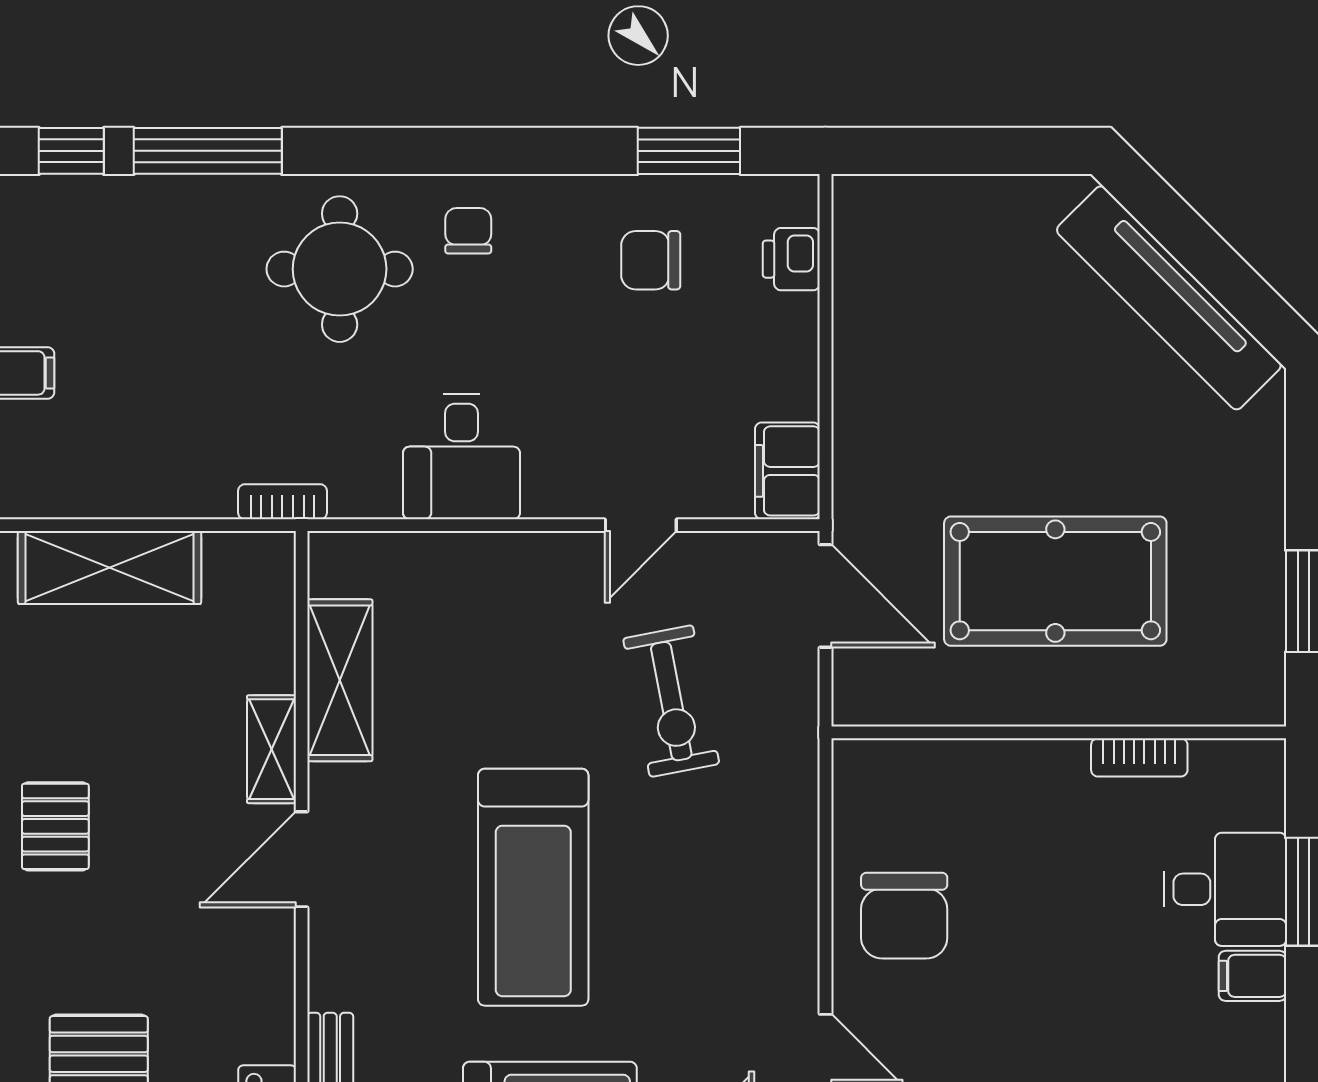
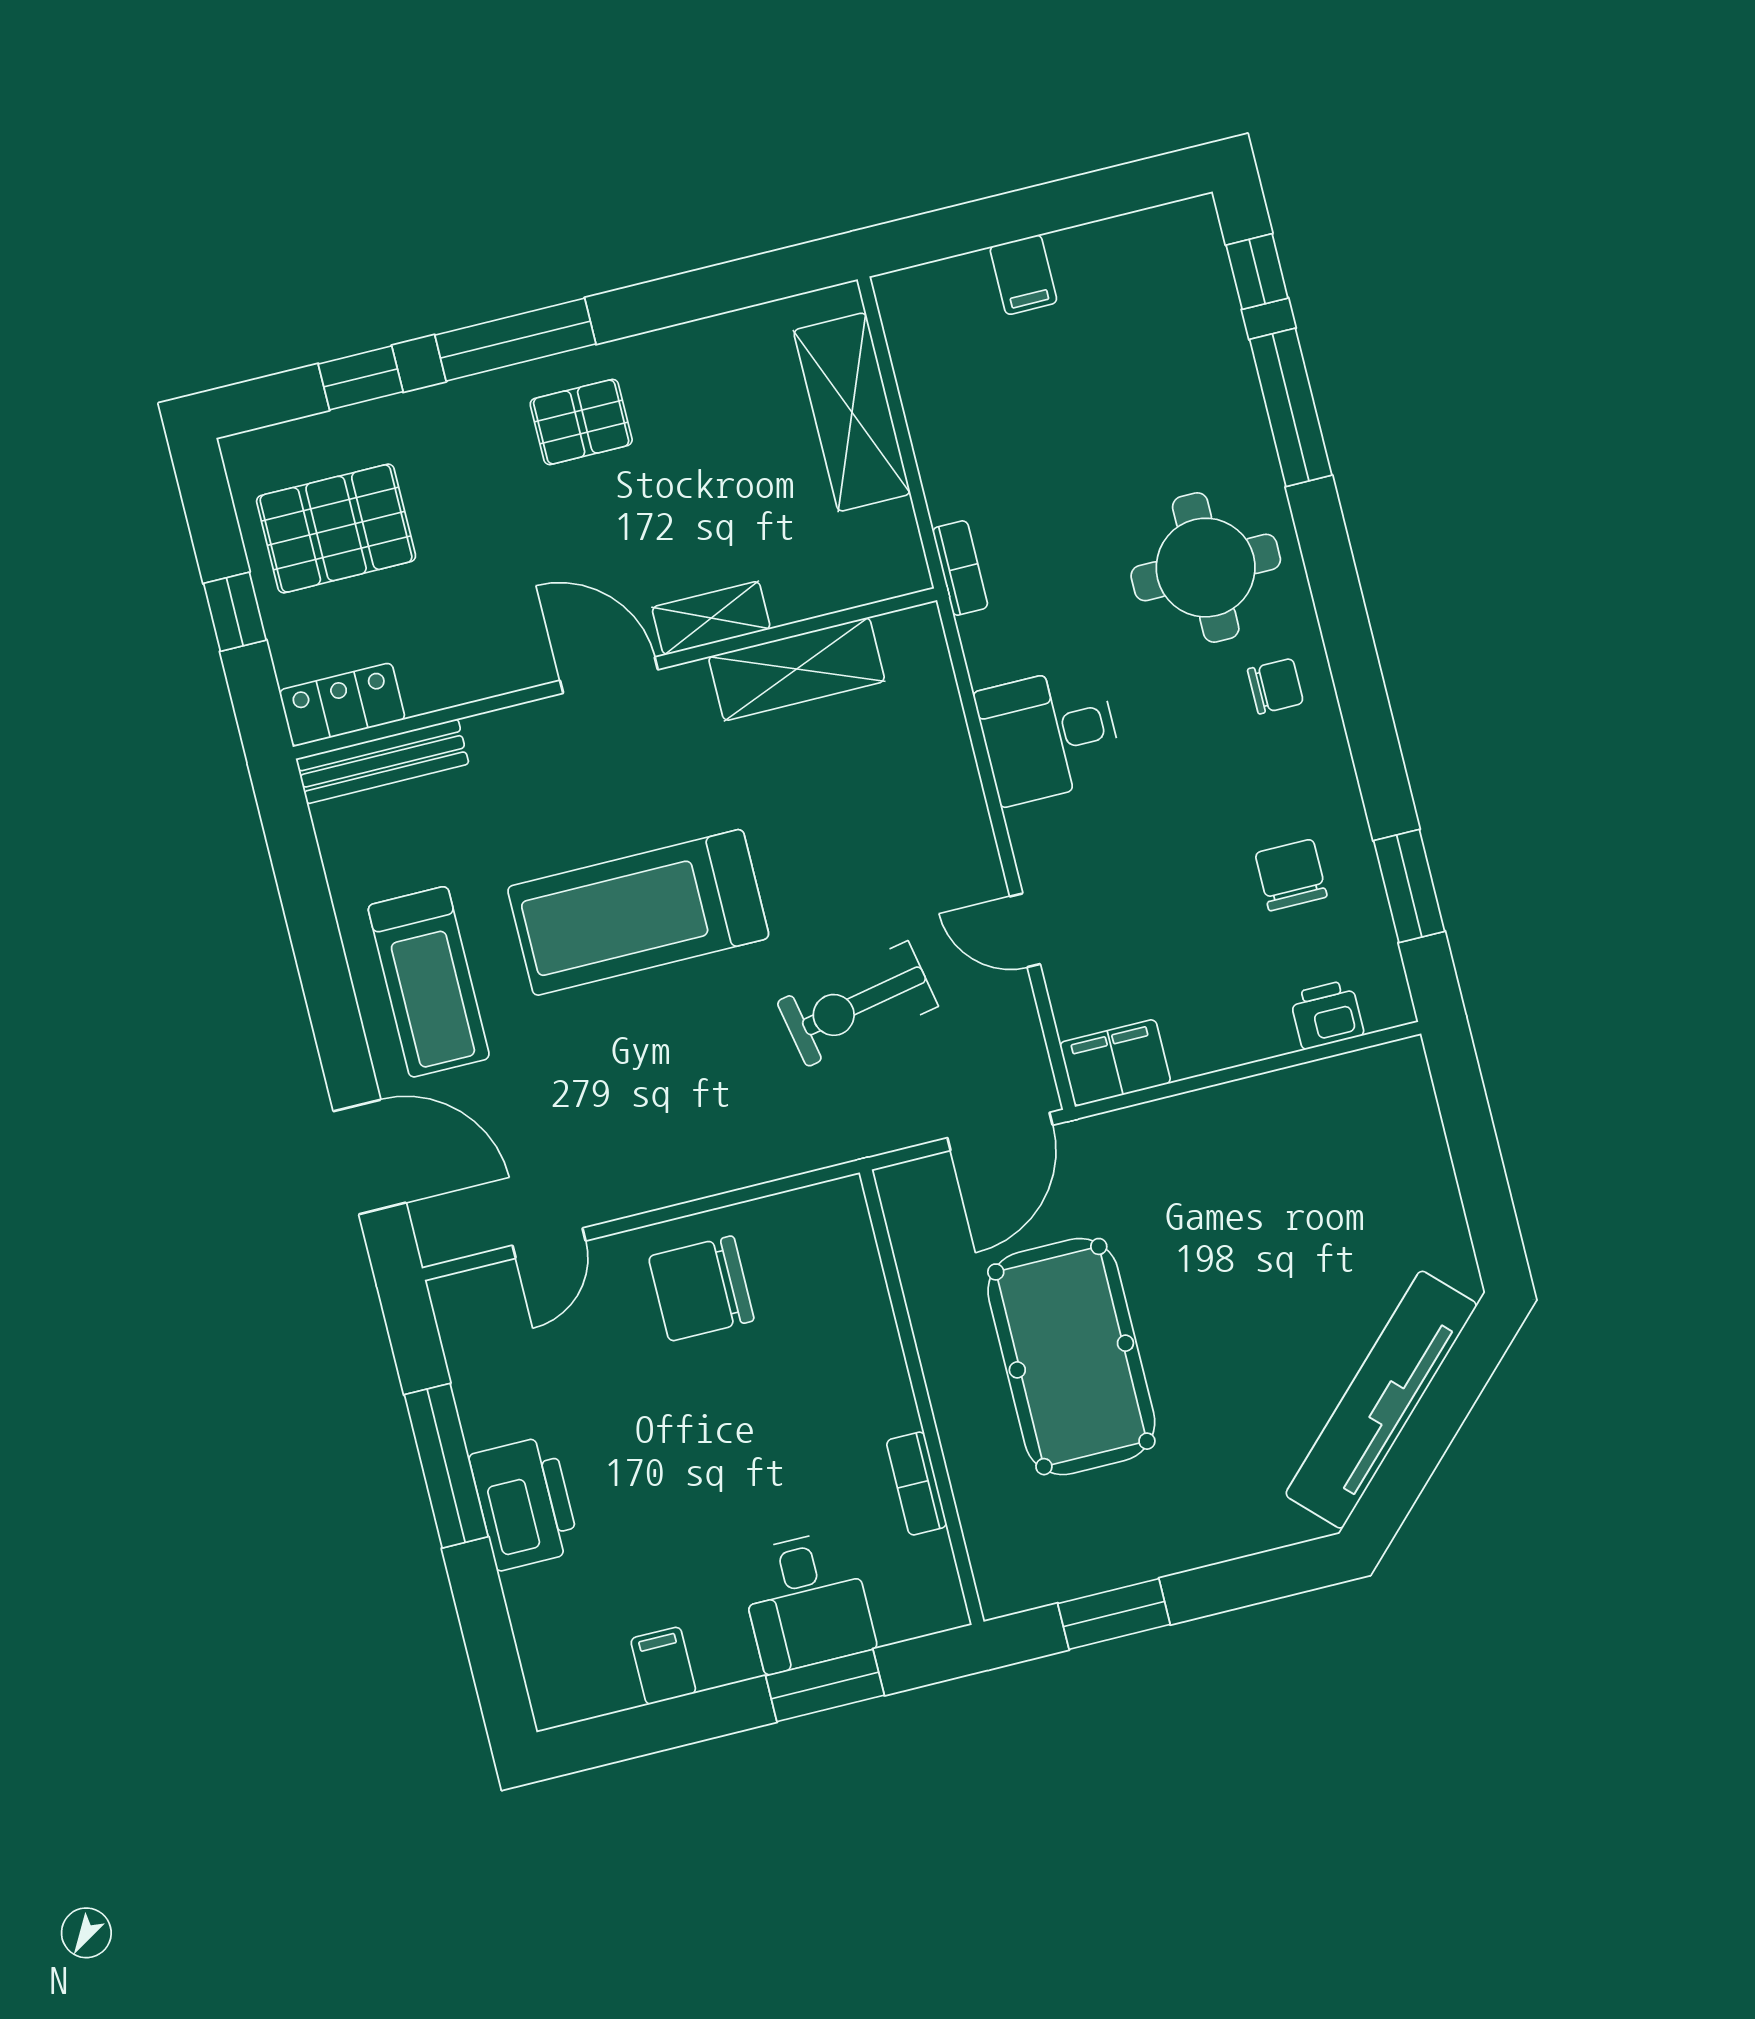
filing cabinet: (1252, 976) -> (663, 1666), moved

